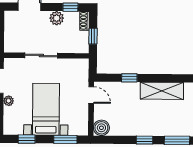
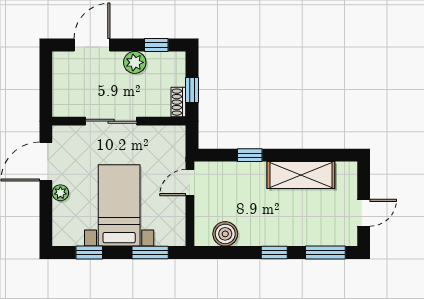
shoe rack: (84, 21) -> (178, 102), moved
door: (91, 95) -> (190, 183), swing flipped
boiler: (101, 128) -> (225, 234), moved

